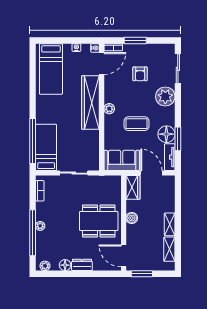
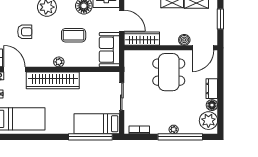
coffee table: (136, 124) -> (74, 35), turned 90
door: (151, 173) -> (122, 21), swing flipped
wardrobe: (133, 187) -> (142, 39), width x1.50
boiler: (132, 218) -> (184, 40), moved
plant: (45, 266) -> (208, 121), width x1.87, depth x1.87
window: (142, 274) -> (220, 19), moved

